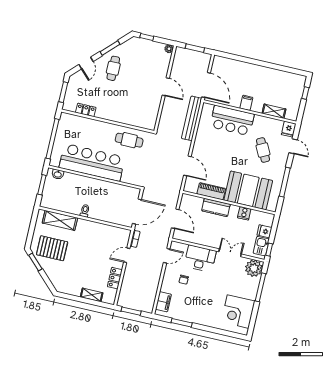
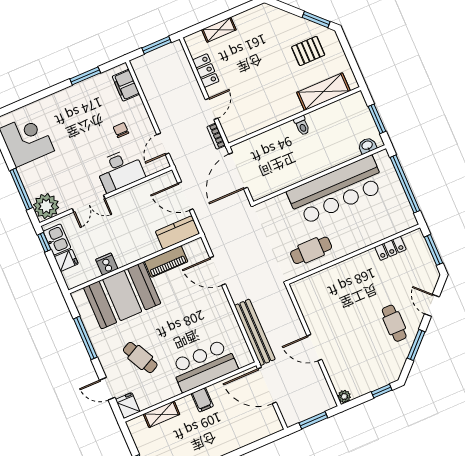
kitchen counter: (216, 207) -> (177, 233), moved
pallet: (52, 248) -> (308, 51), width x0.67, depth x0.71

